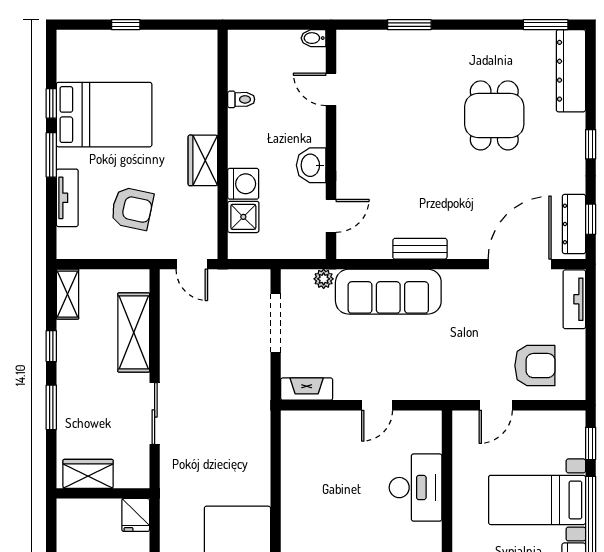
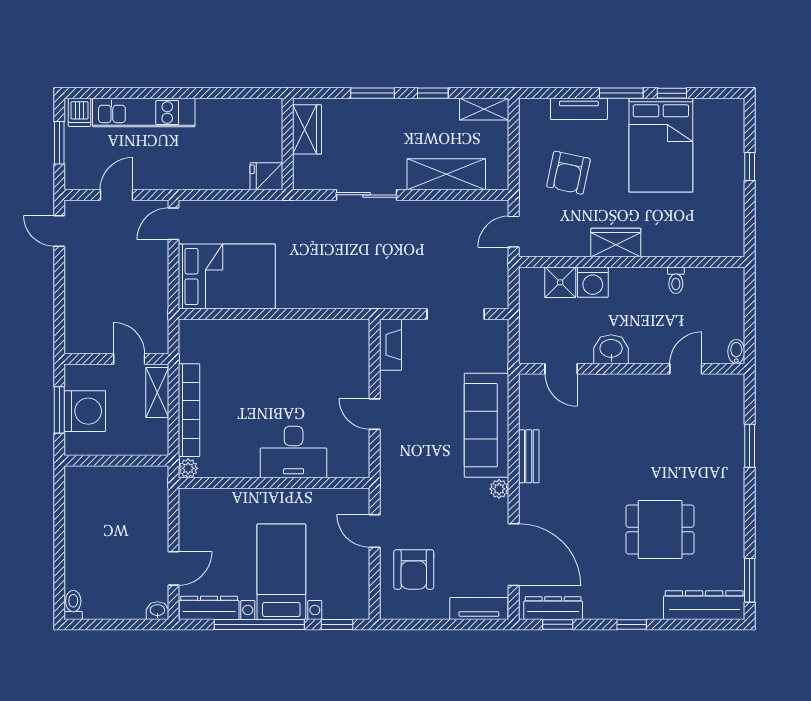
plant: (324, 279) -> (499, 489), moved

